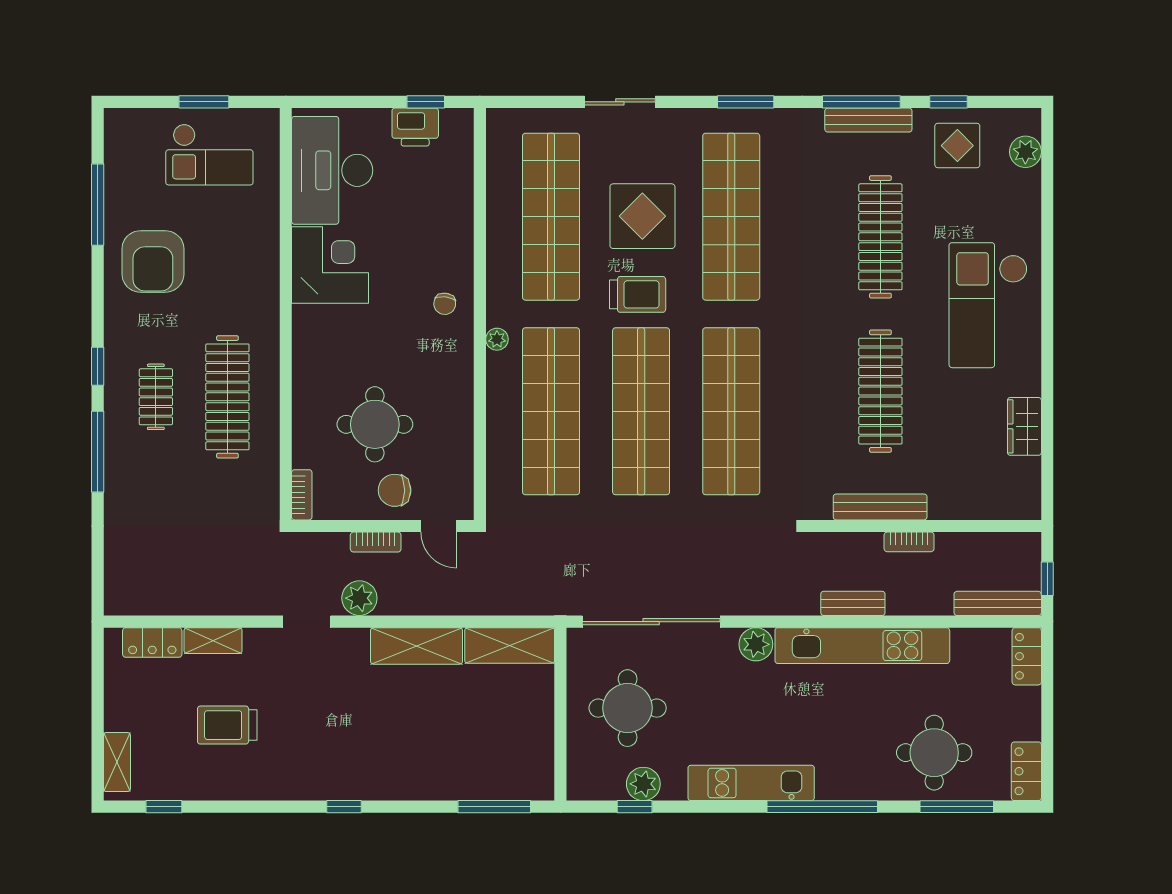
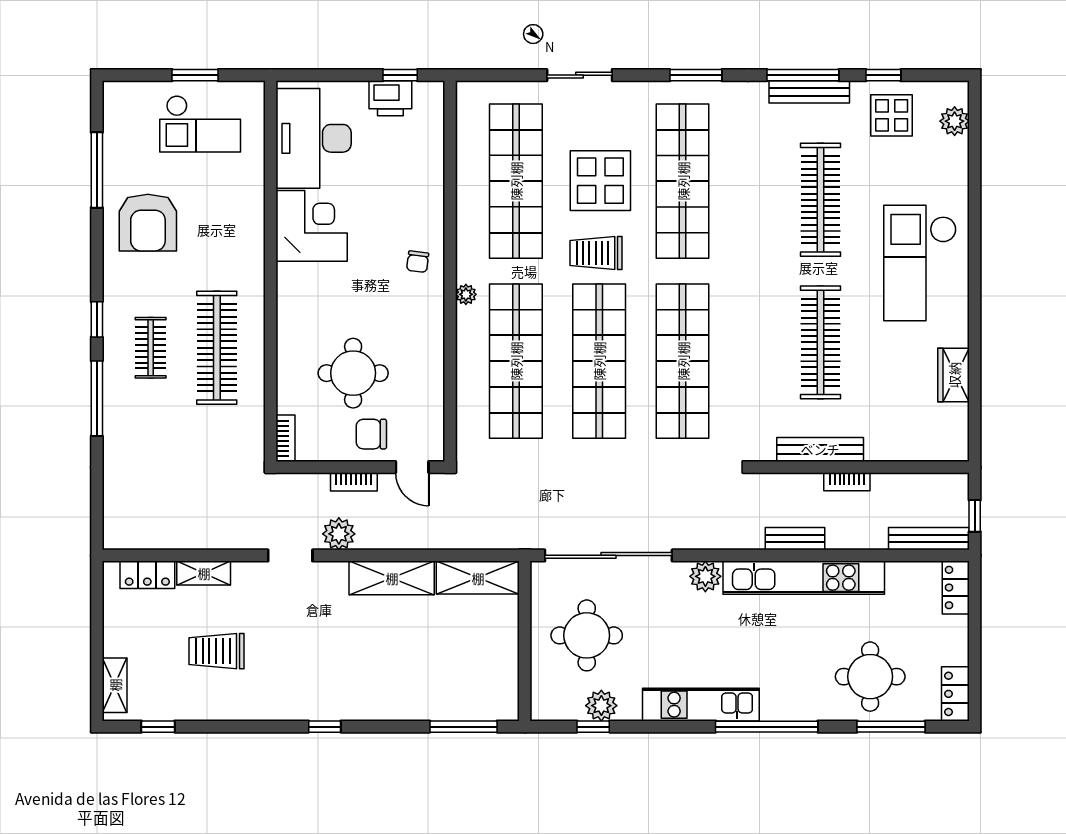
trolley: (638, 294) -> (596, 253), turned 180

